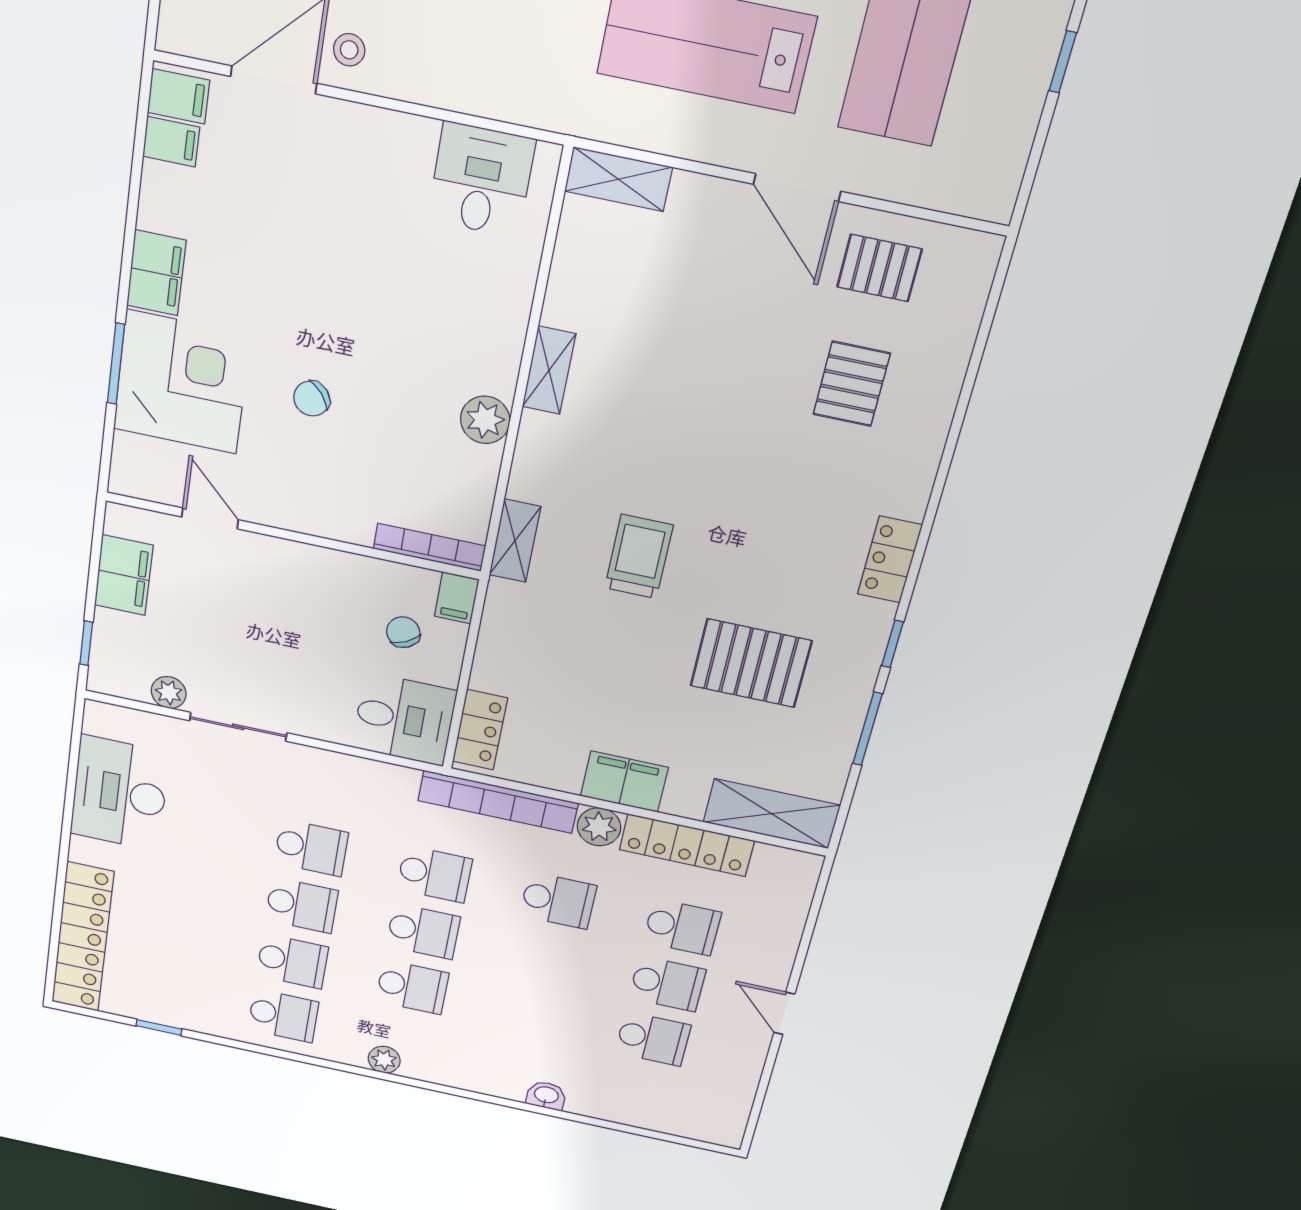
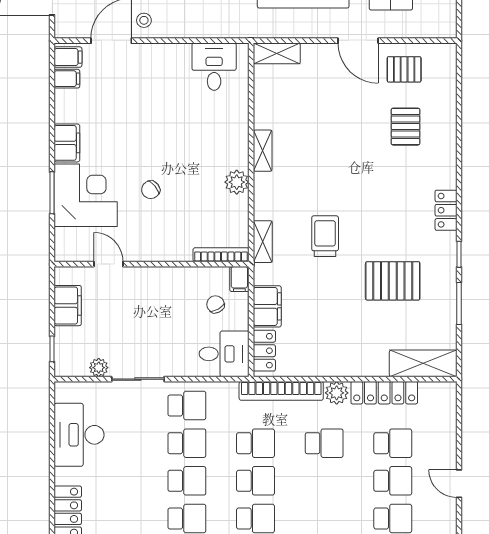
filing cabinet: (624, 782) -> (267, 306), moved, turned 90
school desk: (321, 789) -> (187, 405), added

